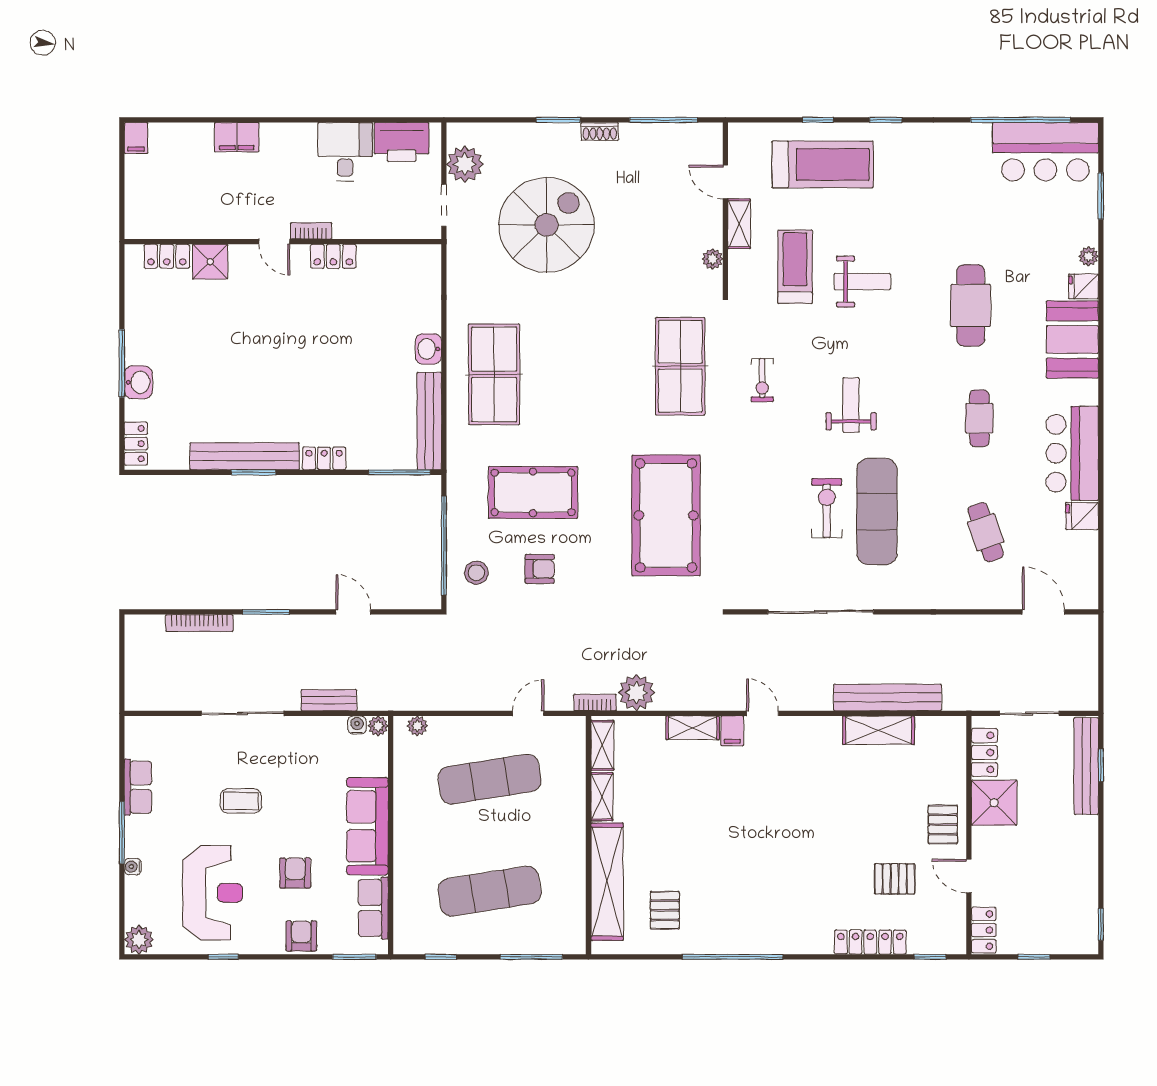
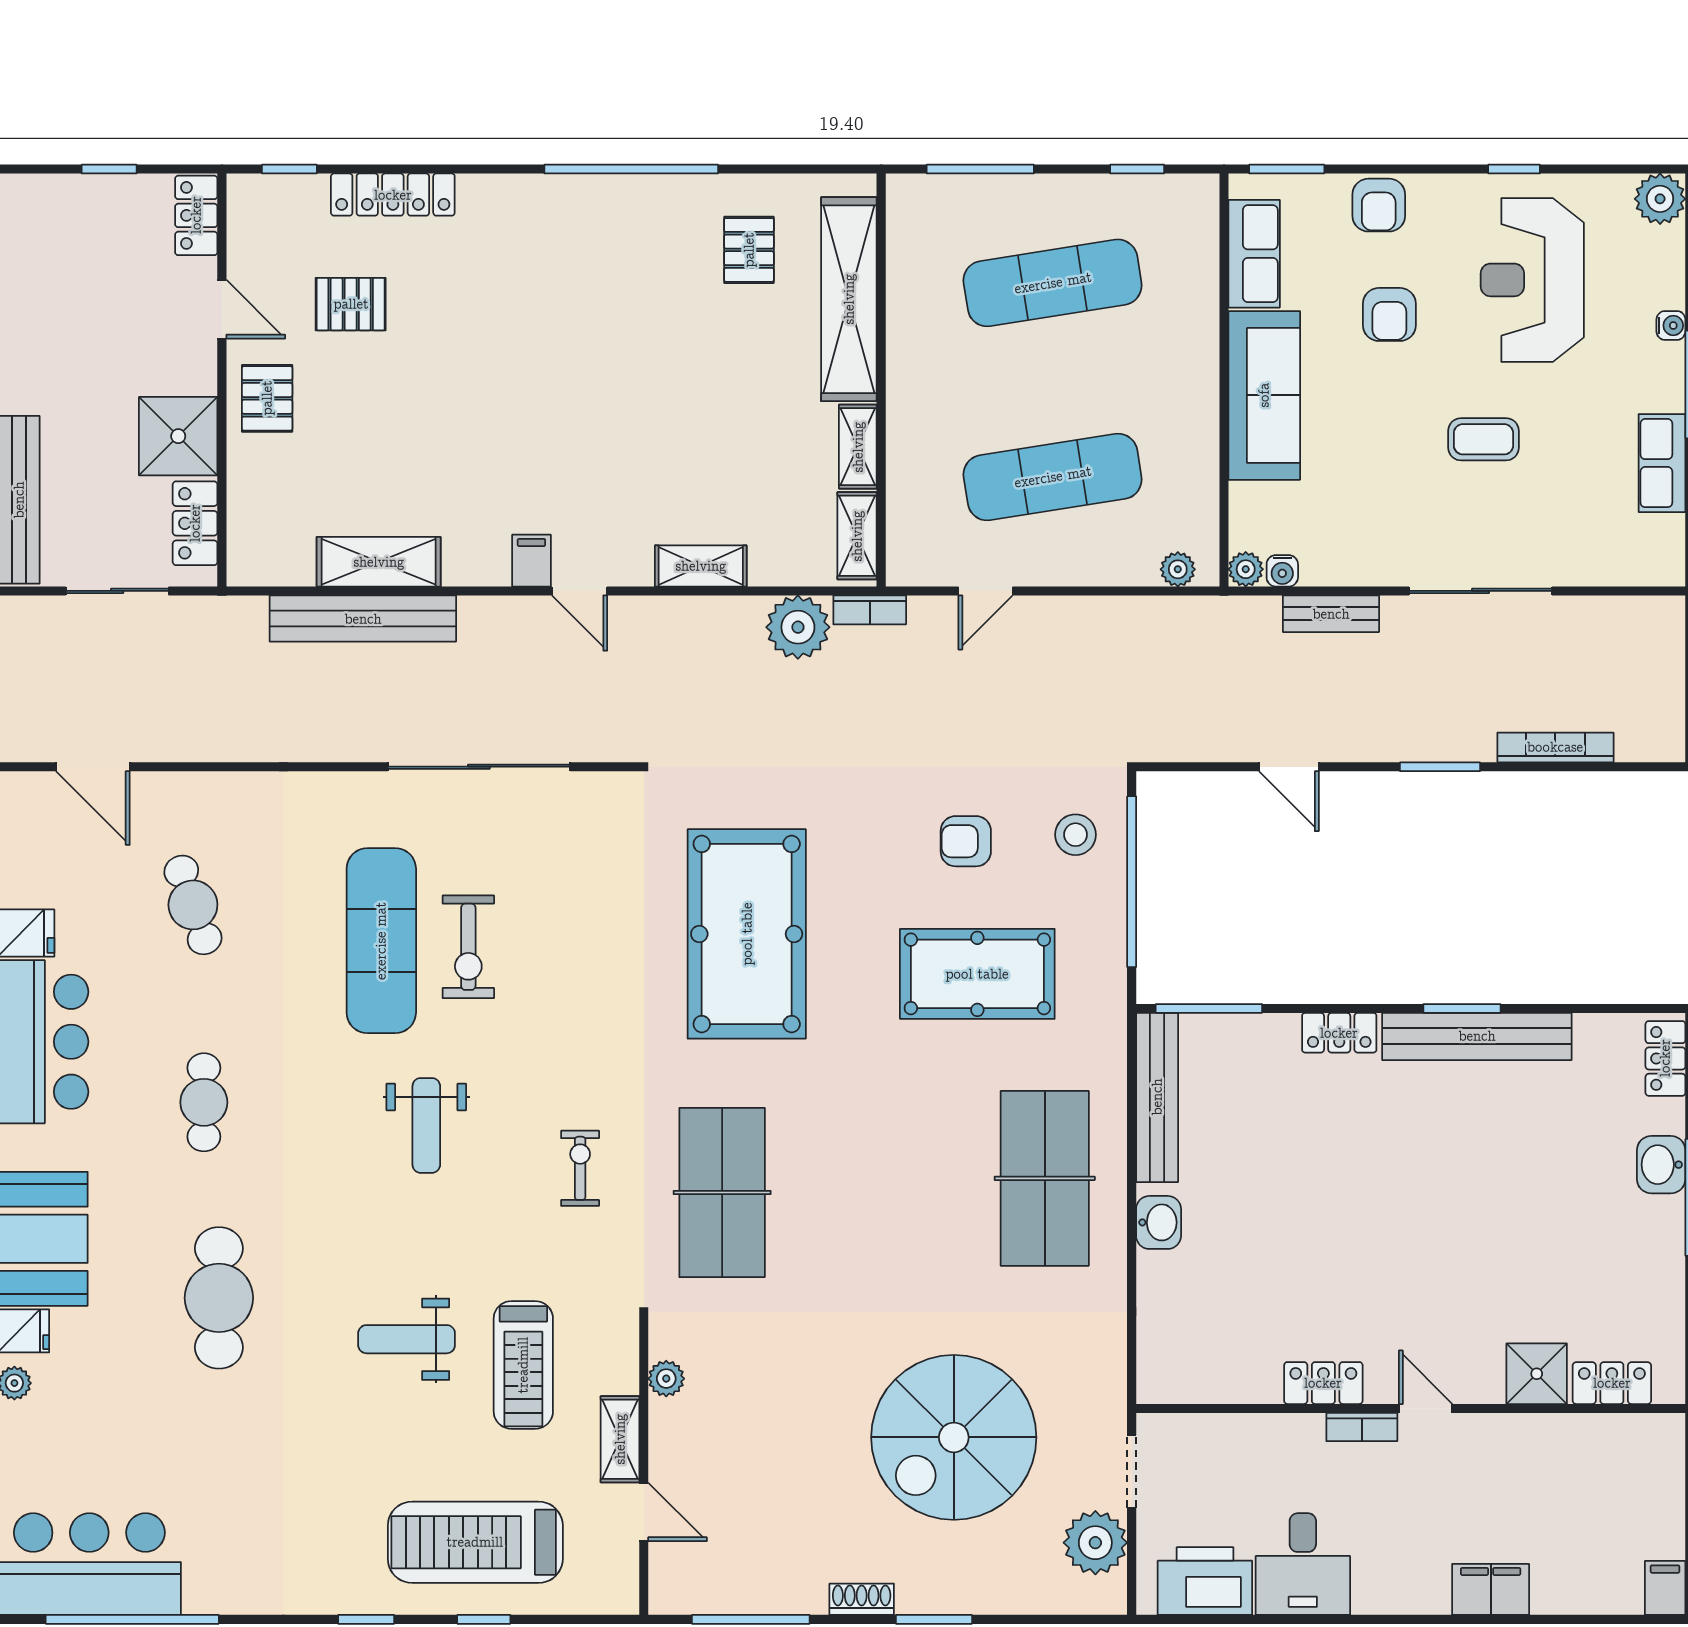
filing cabinet: (732, 731) -> (531, 561), moved

